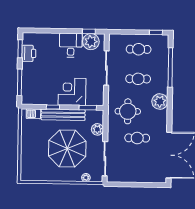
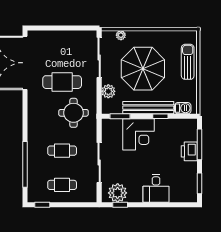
desk: (71, 45) -> (156, 188), moved
printer: (29, 53) -> (189, 151), moved
plant: (160, 101) -> (37, 125), removed
cafe table: (137, 138) -> (62, 82), width x1.37, depth x1.35
sun lounger: (29, 154) -> (188, 62), added

